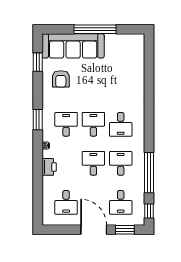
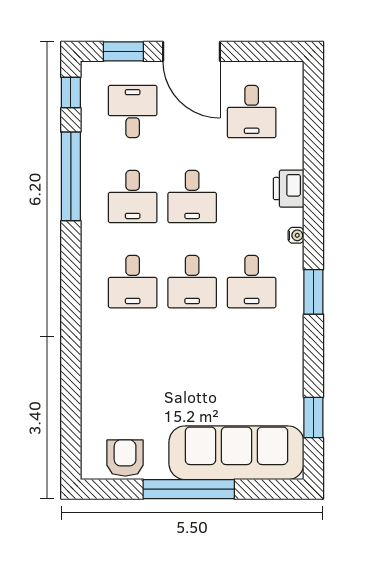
armchair: (61, 79) -> (125, 458), moved
desk: (121, 124) -> (133, 282), turned 180
desk: (66, 202) -> (252, 111), turned 180

